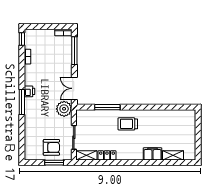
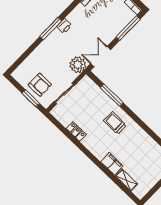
shelving: (86, 155) -> (61, 116), removed

